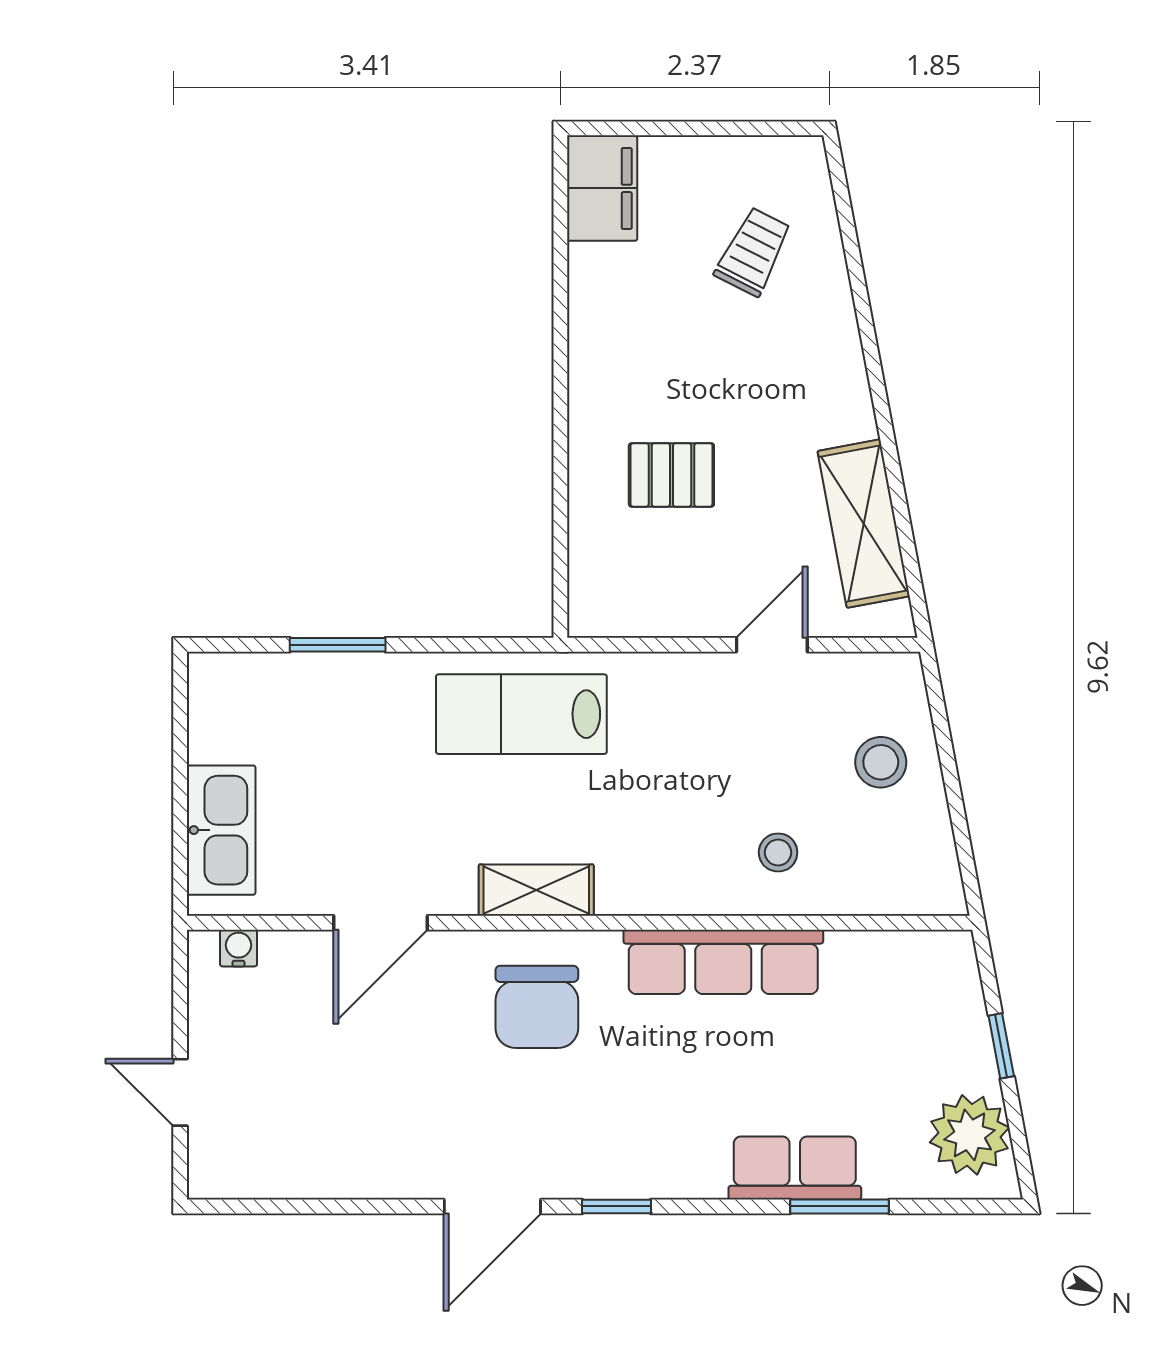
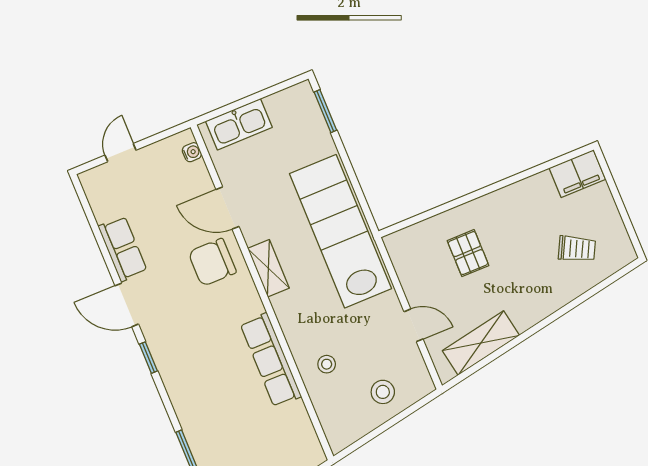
window: (338, 645) -> (325, 111), moved
lab bench: (521, 714) -> (340, 231), width x1.86, depth x1.39
chair: (537, 1007) -> (212, 262), moved
row of seats: (795, 1168) -> (123, 249), moved

